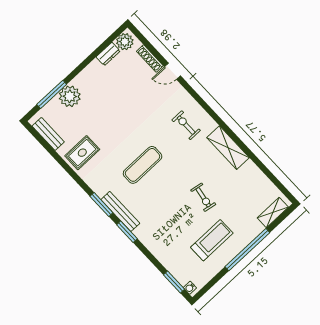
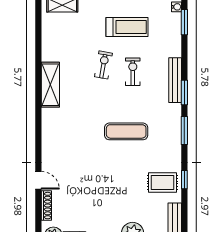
exercise bike: (186, 125) -> (133, 72), moved, turned 180
window: (69, 169) -> (184, 180), added
bench: (120, 211) -> (175, 80), moved
treadmill: (212, 240) -> (127, 27), turned 180

